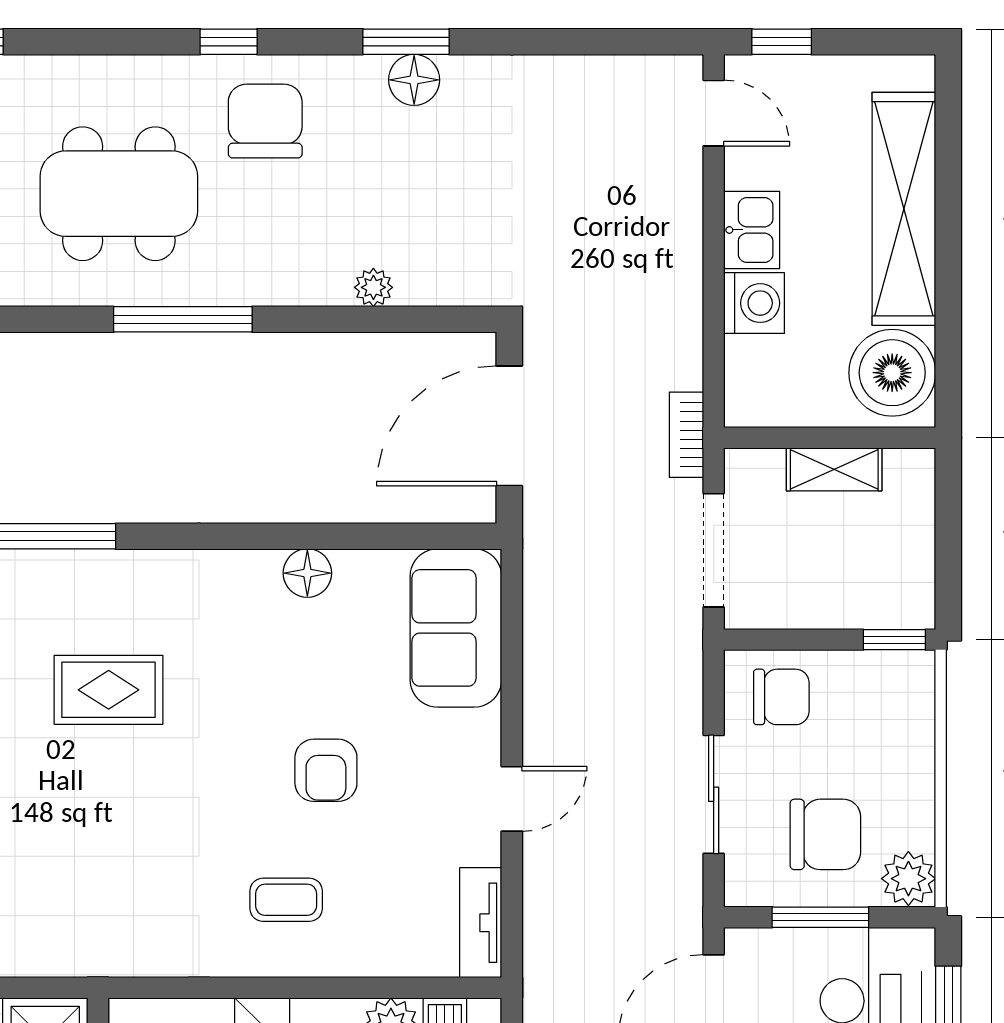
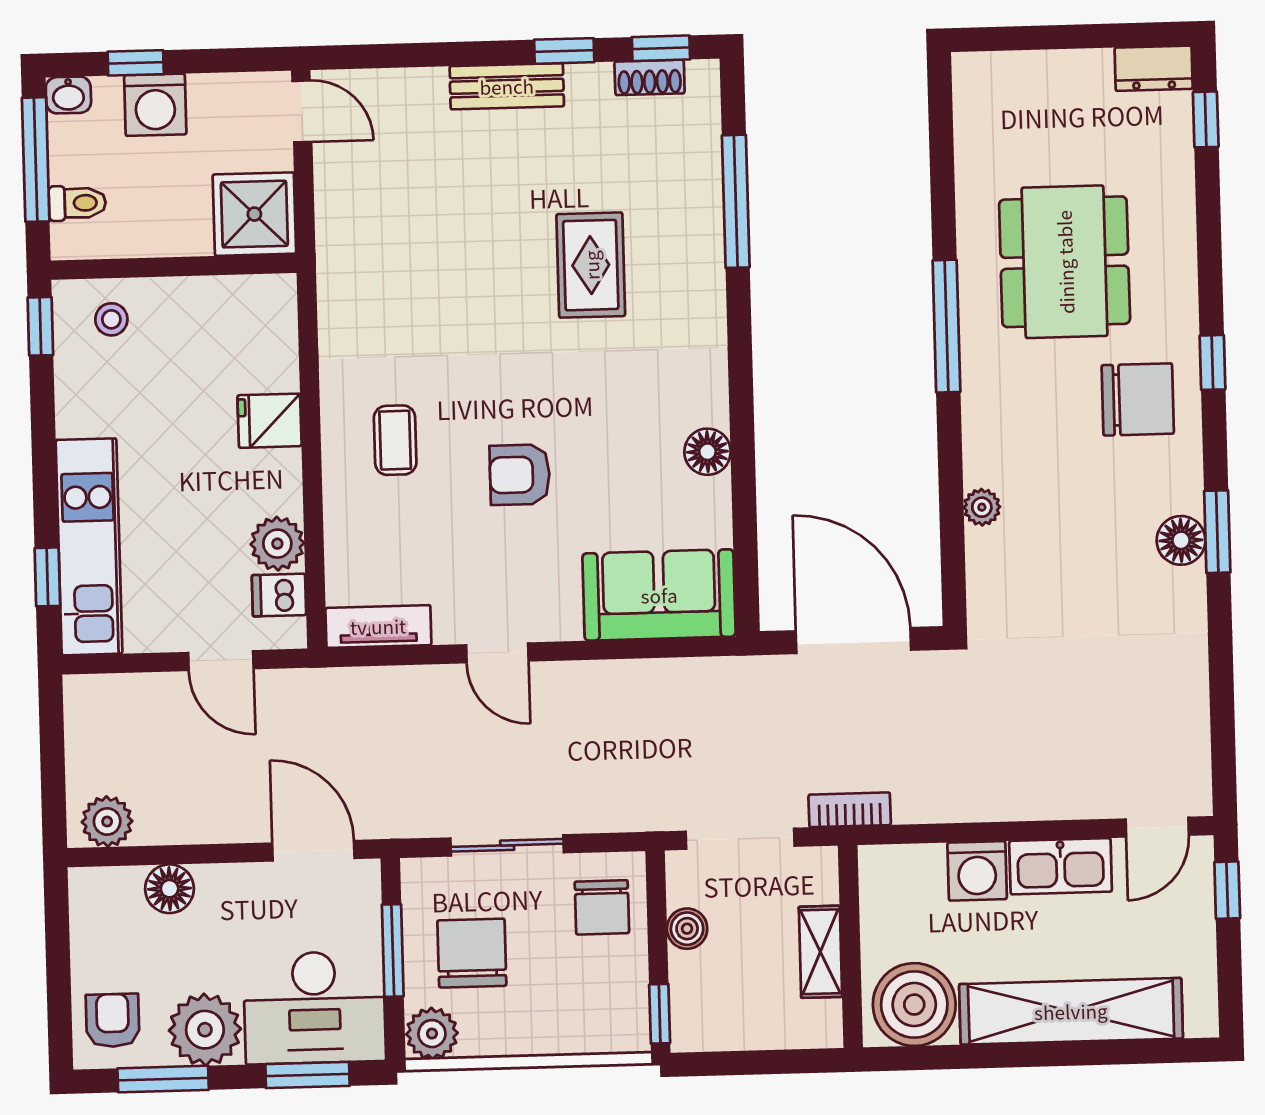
kitchen sink: (752, 230) -> (1061, 866), width x1.38
boiler: (806, 608) -> (687, 929), added
chair: (825, 834) -> (472, 953), turned 180

